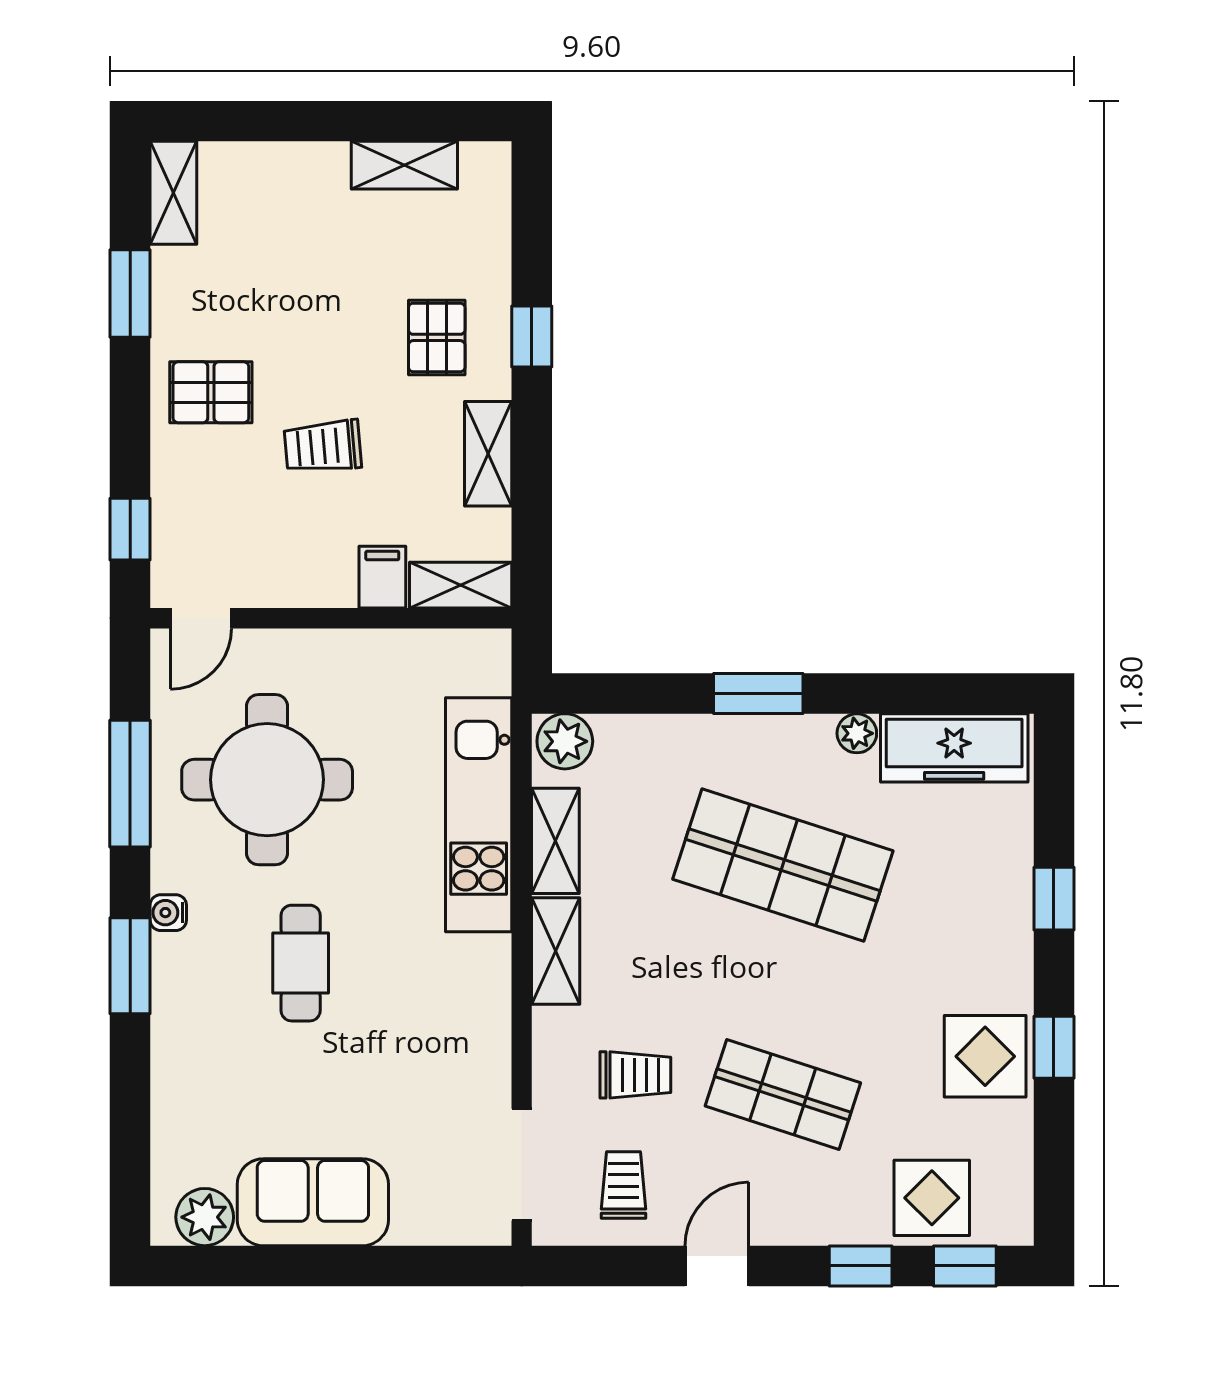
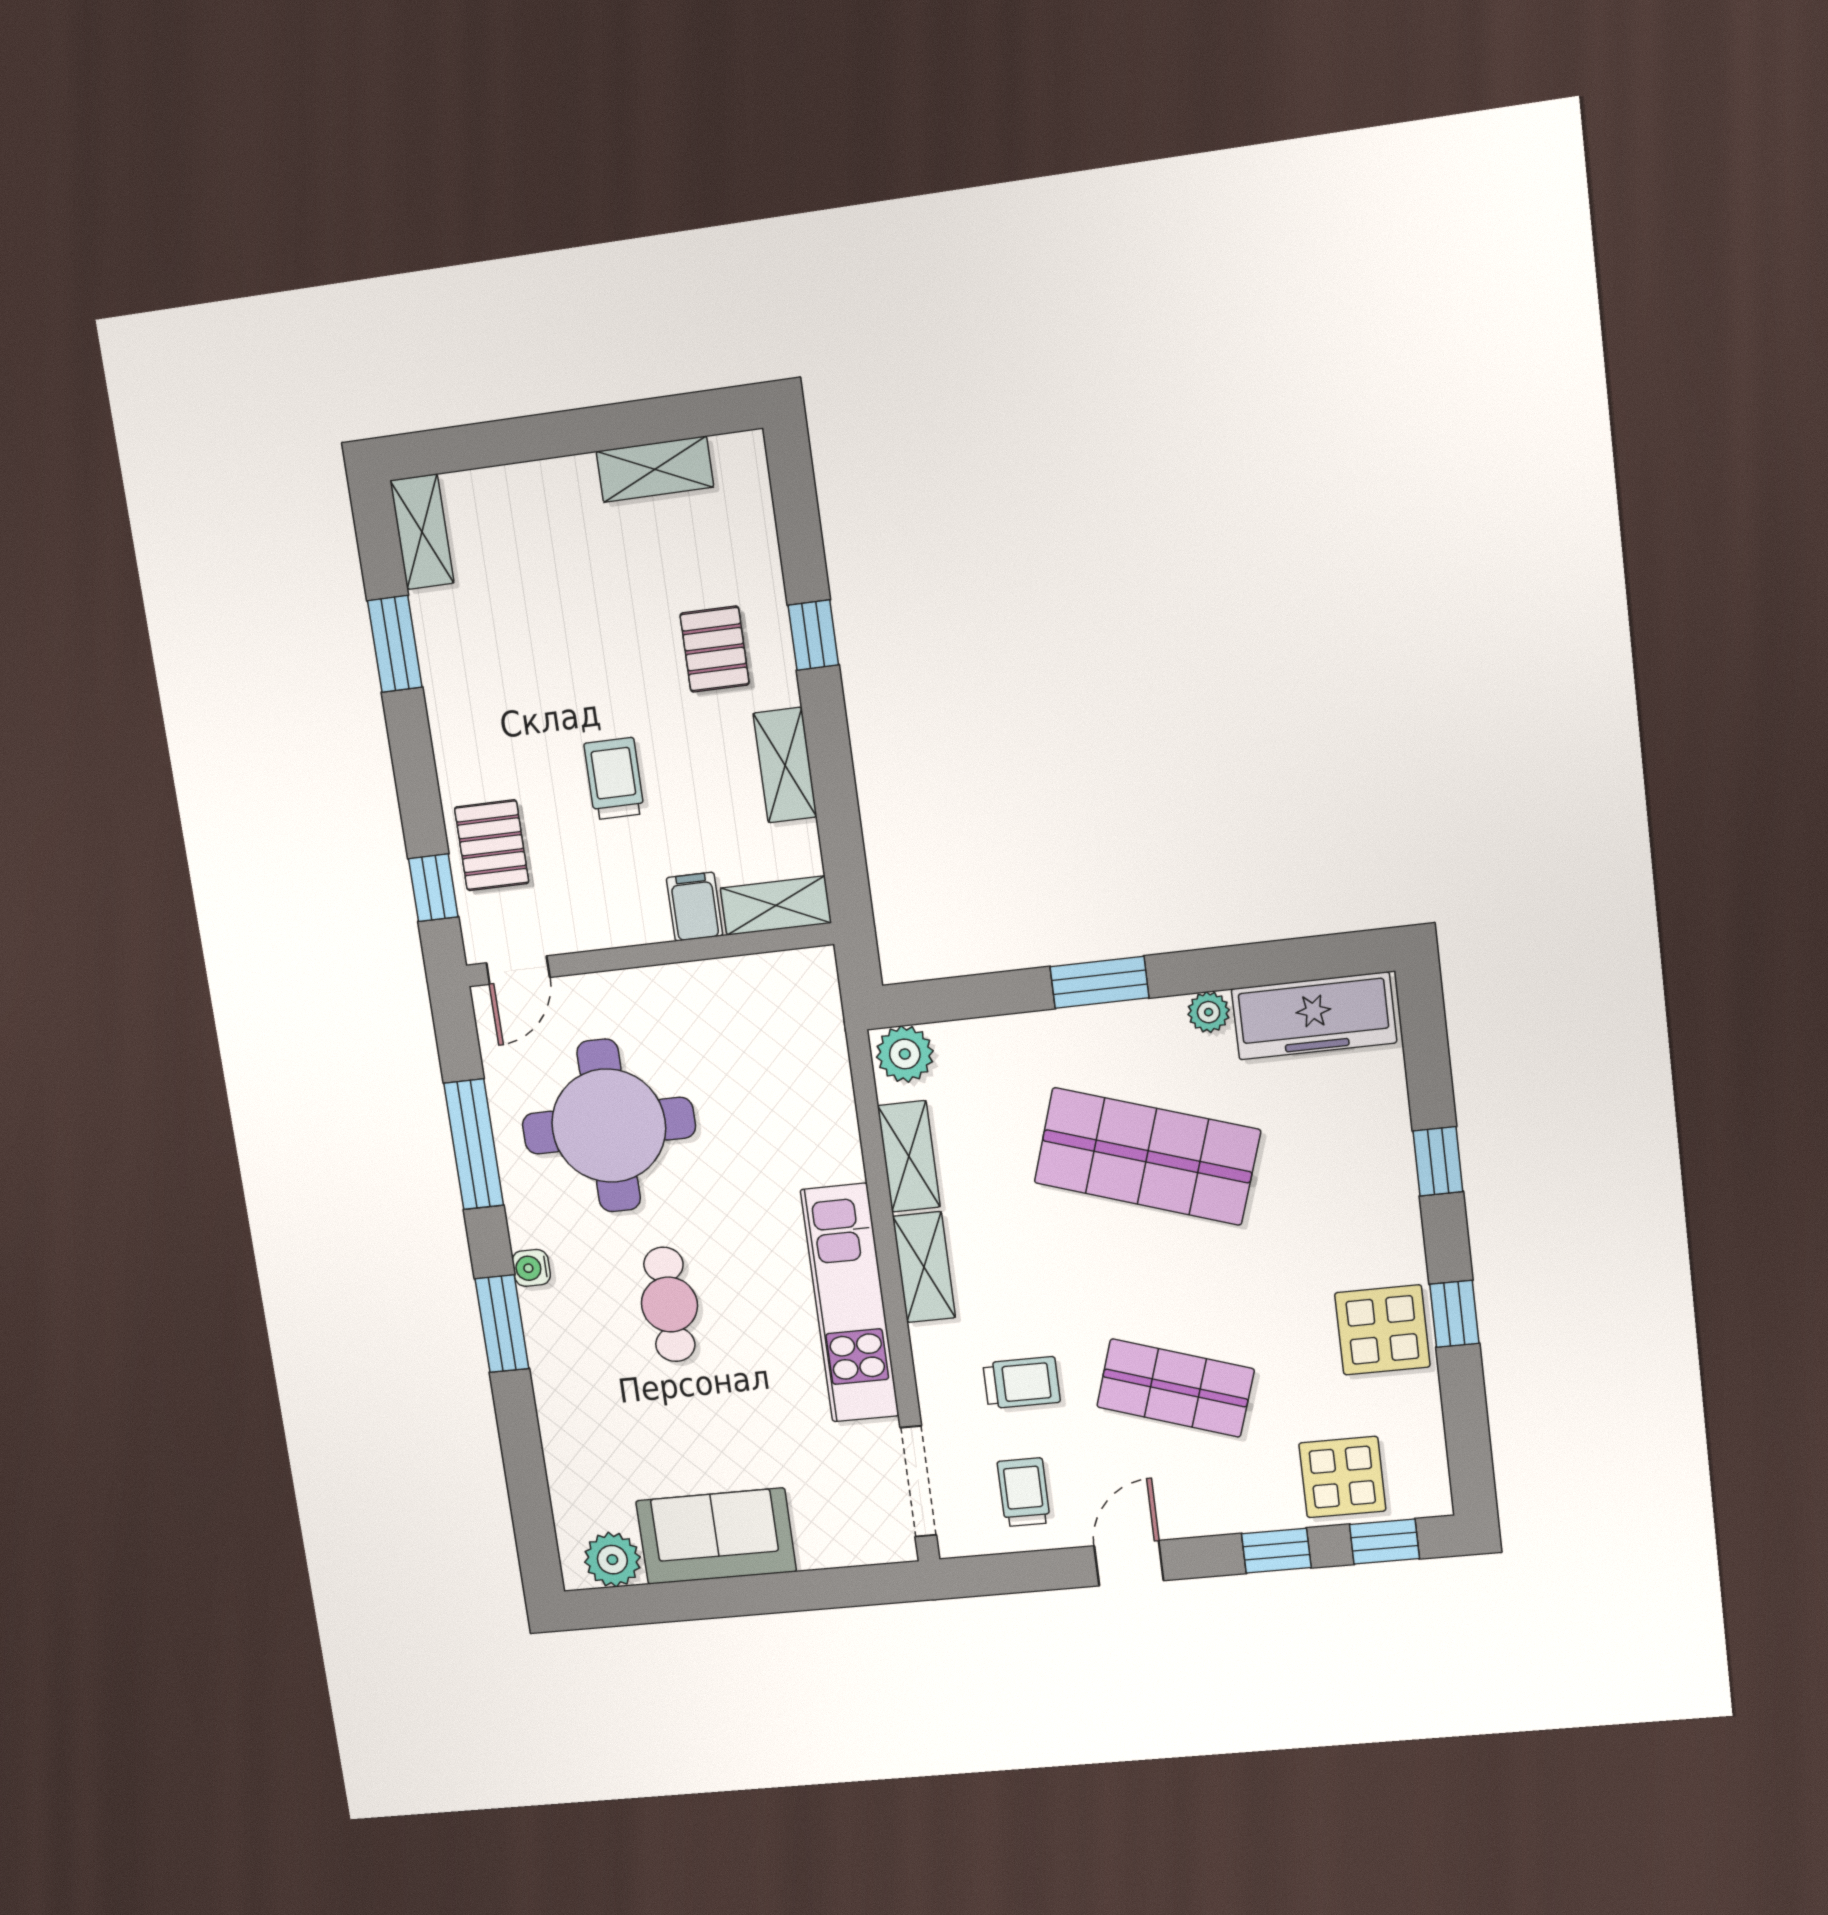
pallet: (211, 392) -> (492, 845), moved, turned 90
trolley: (323, 446) -> (614, 779), turned 95
kitchen unit: (479, 815) -> (850, 1303), moved

